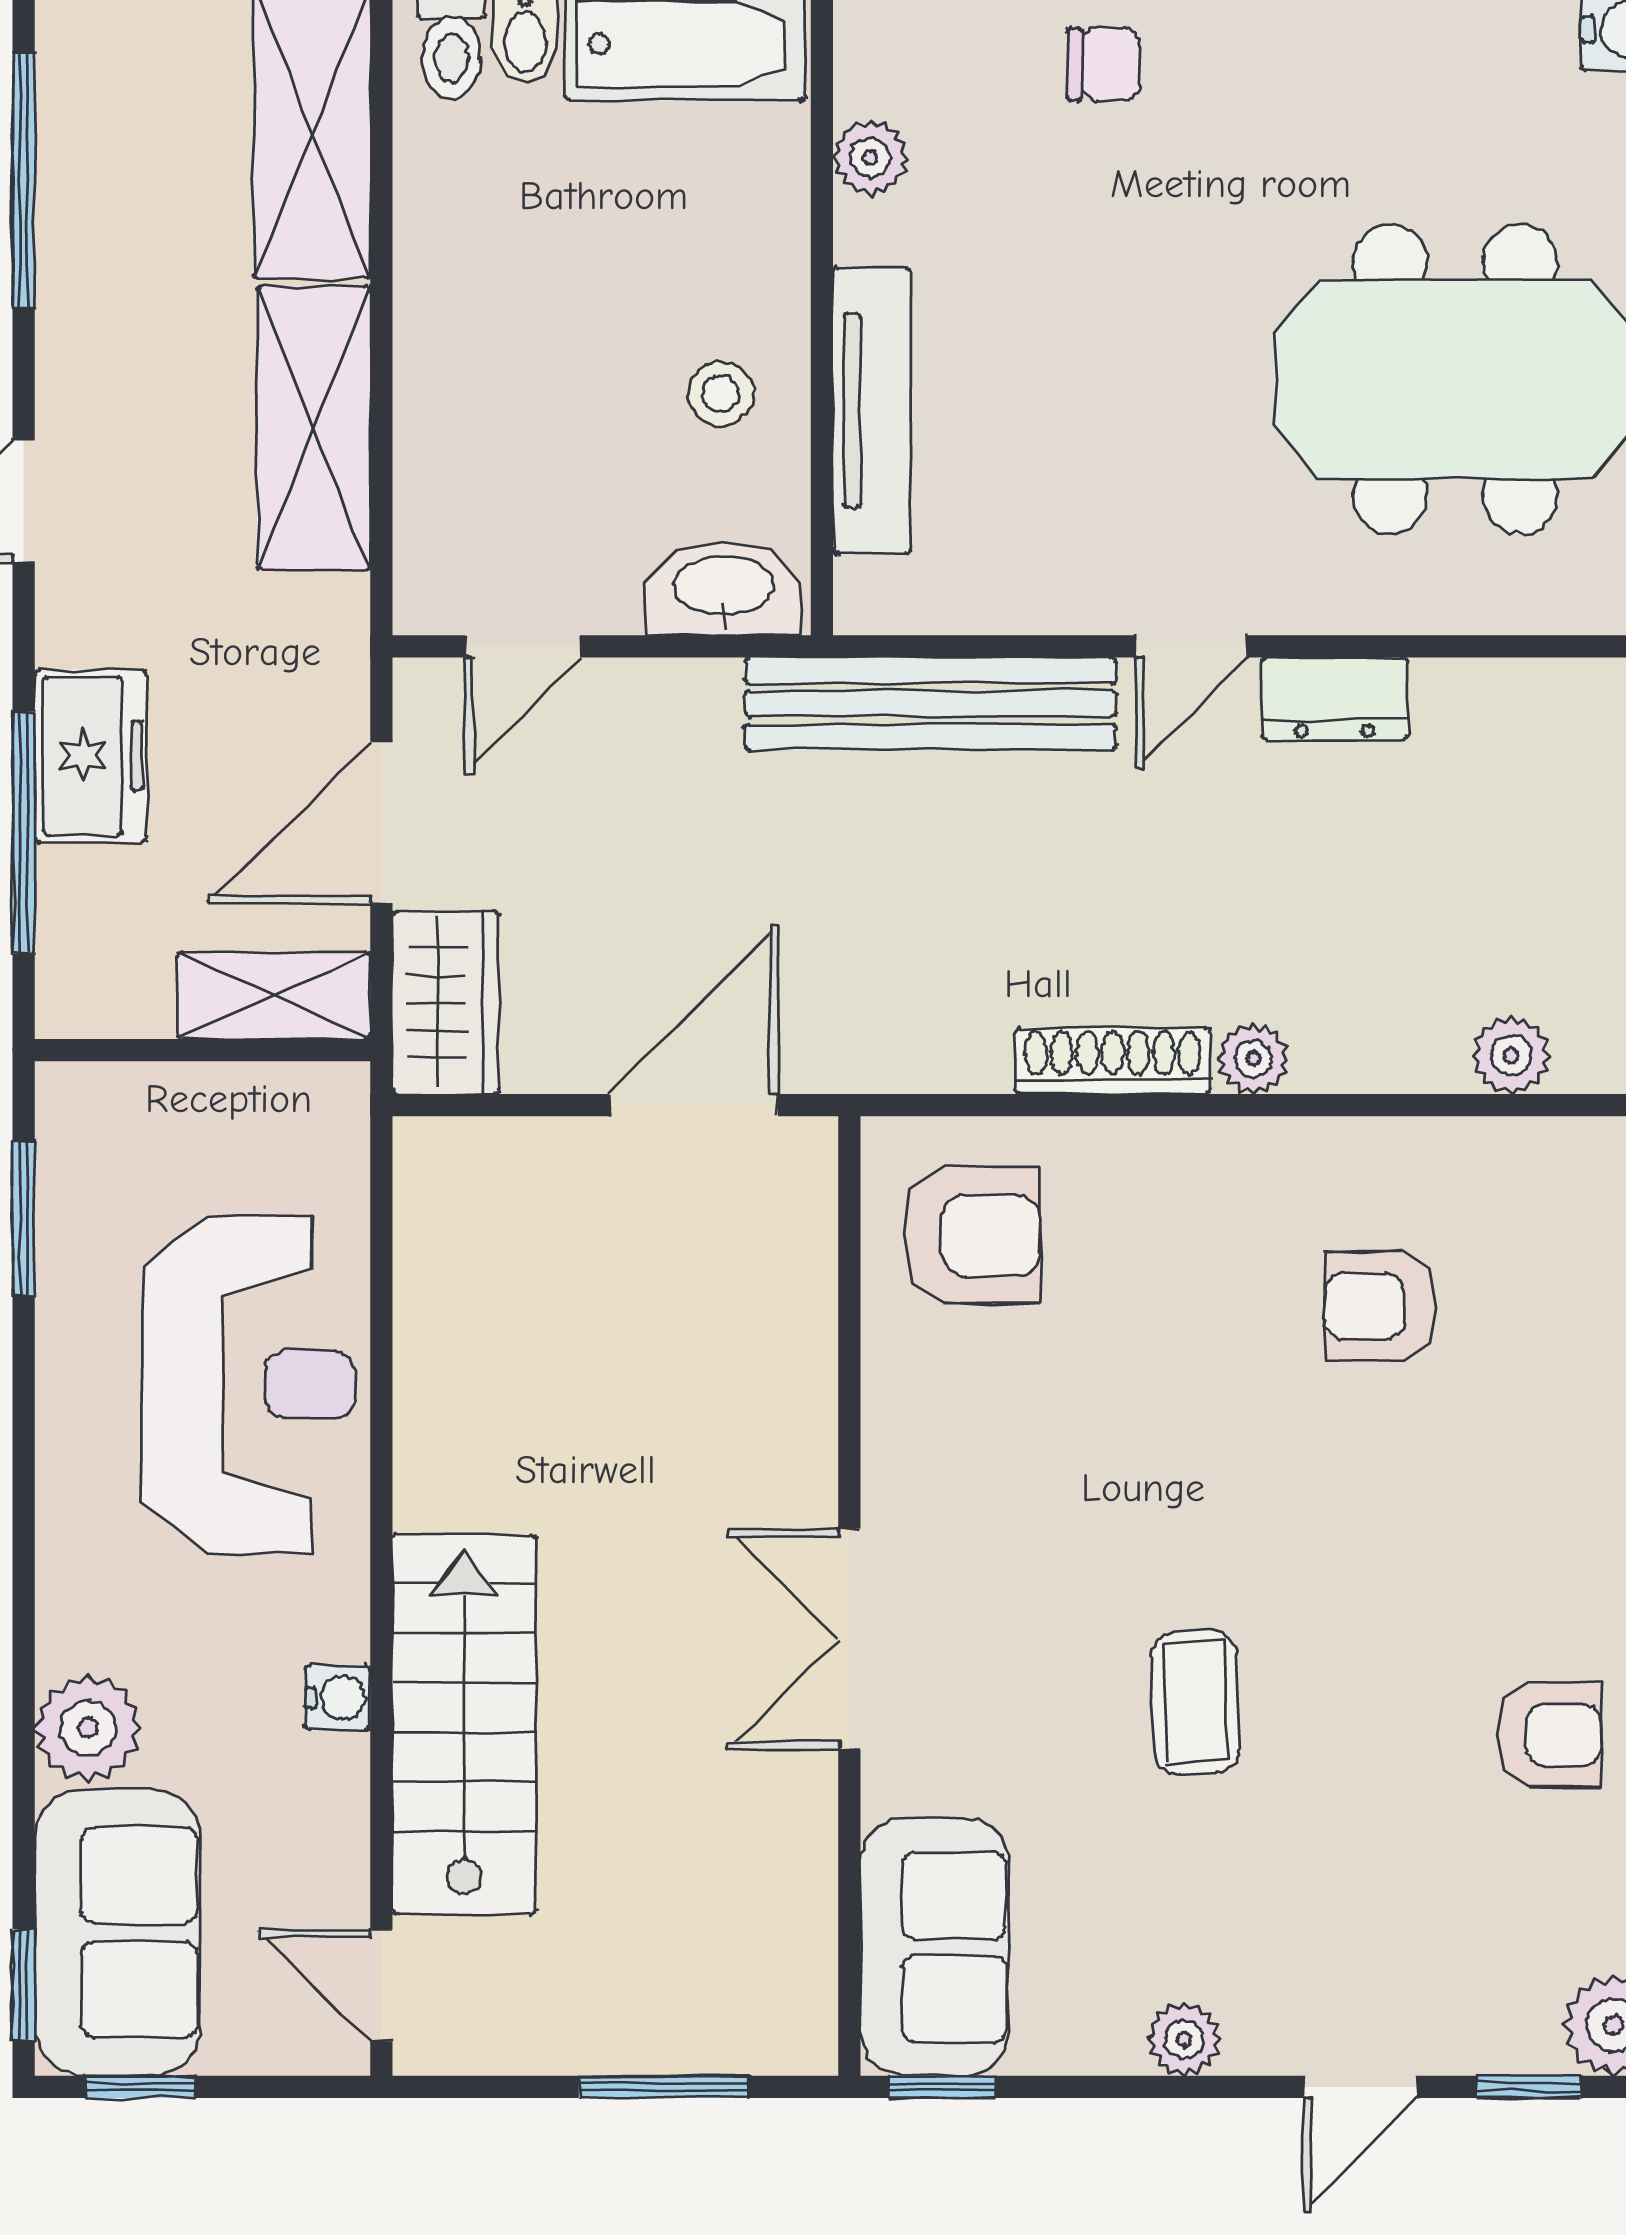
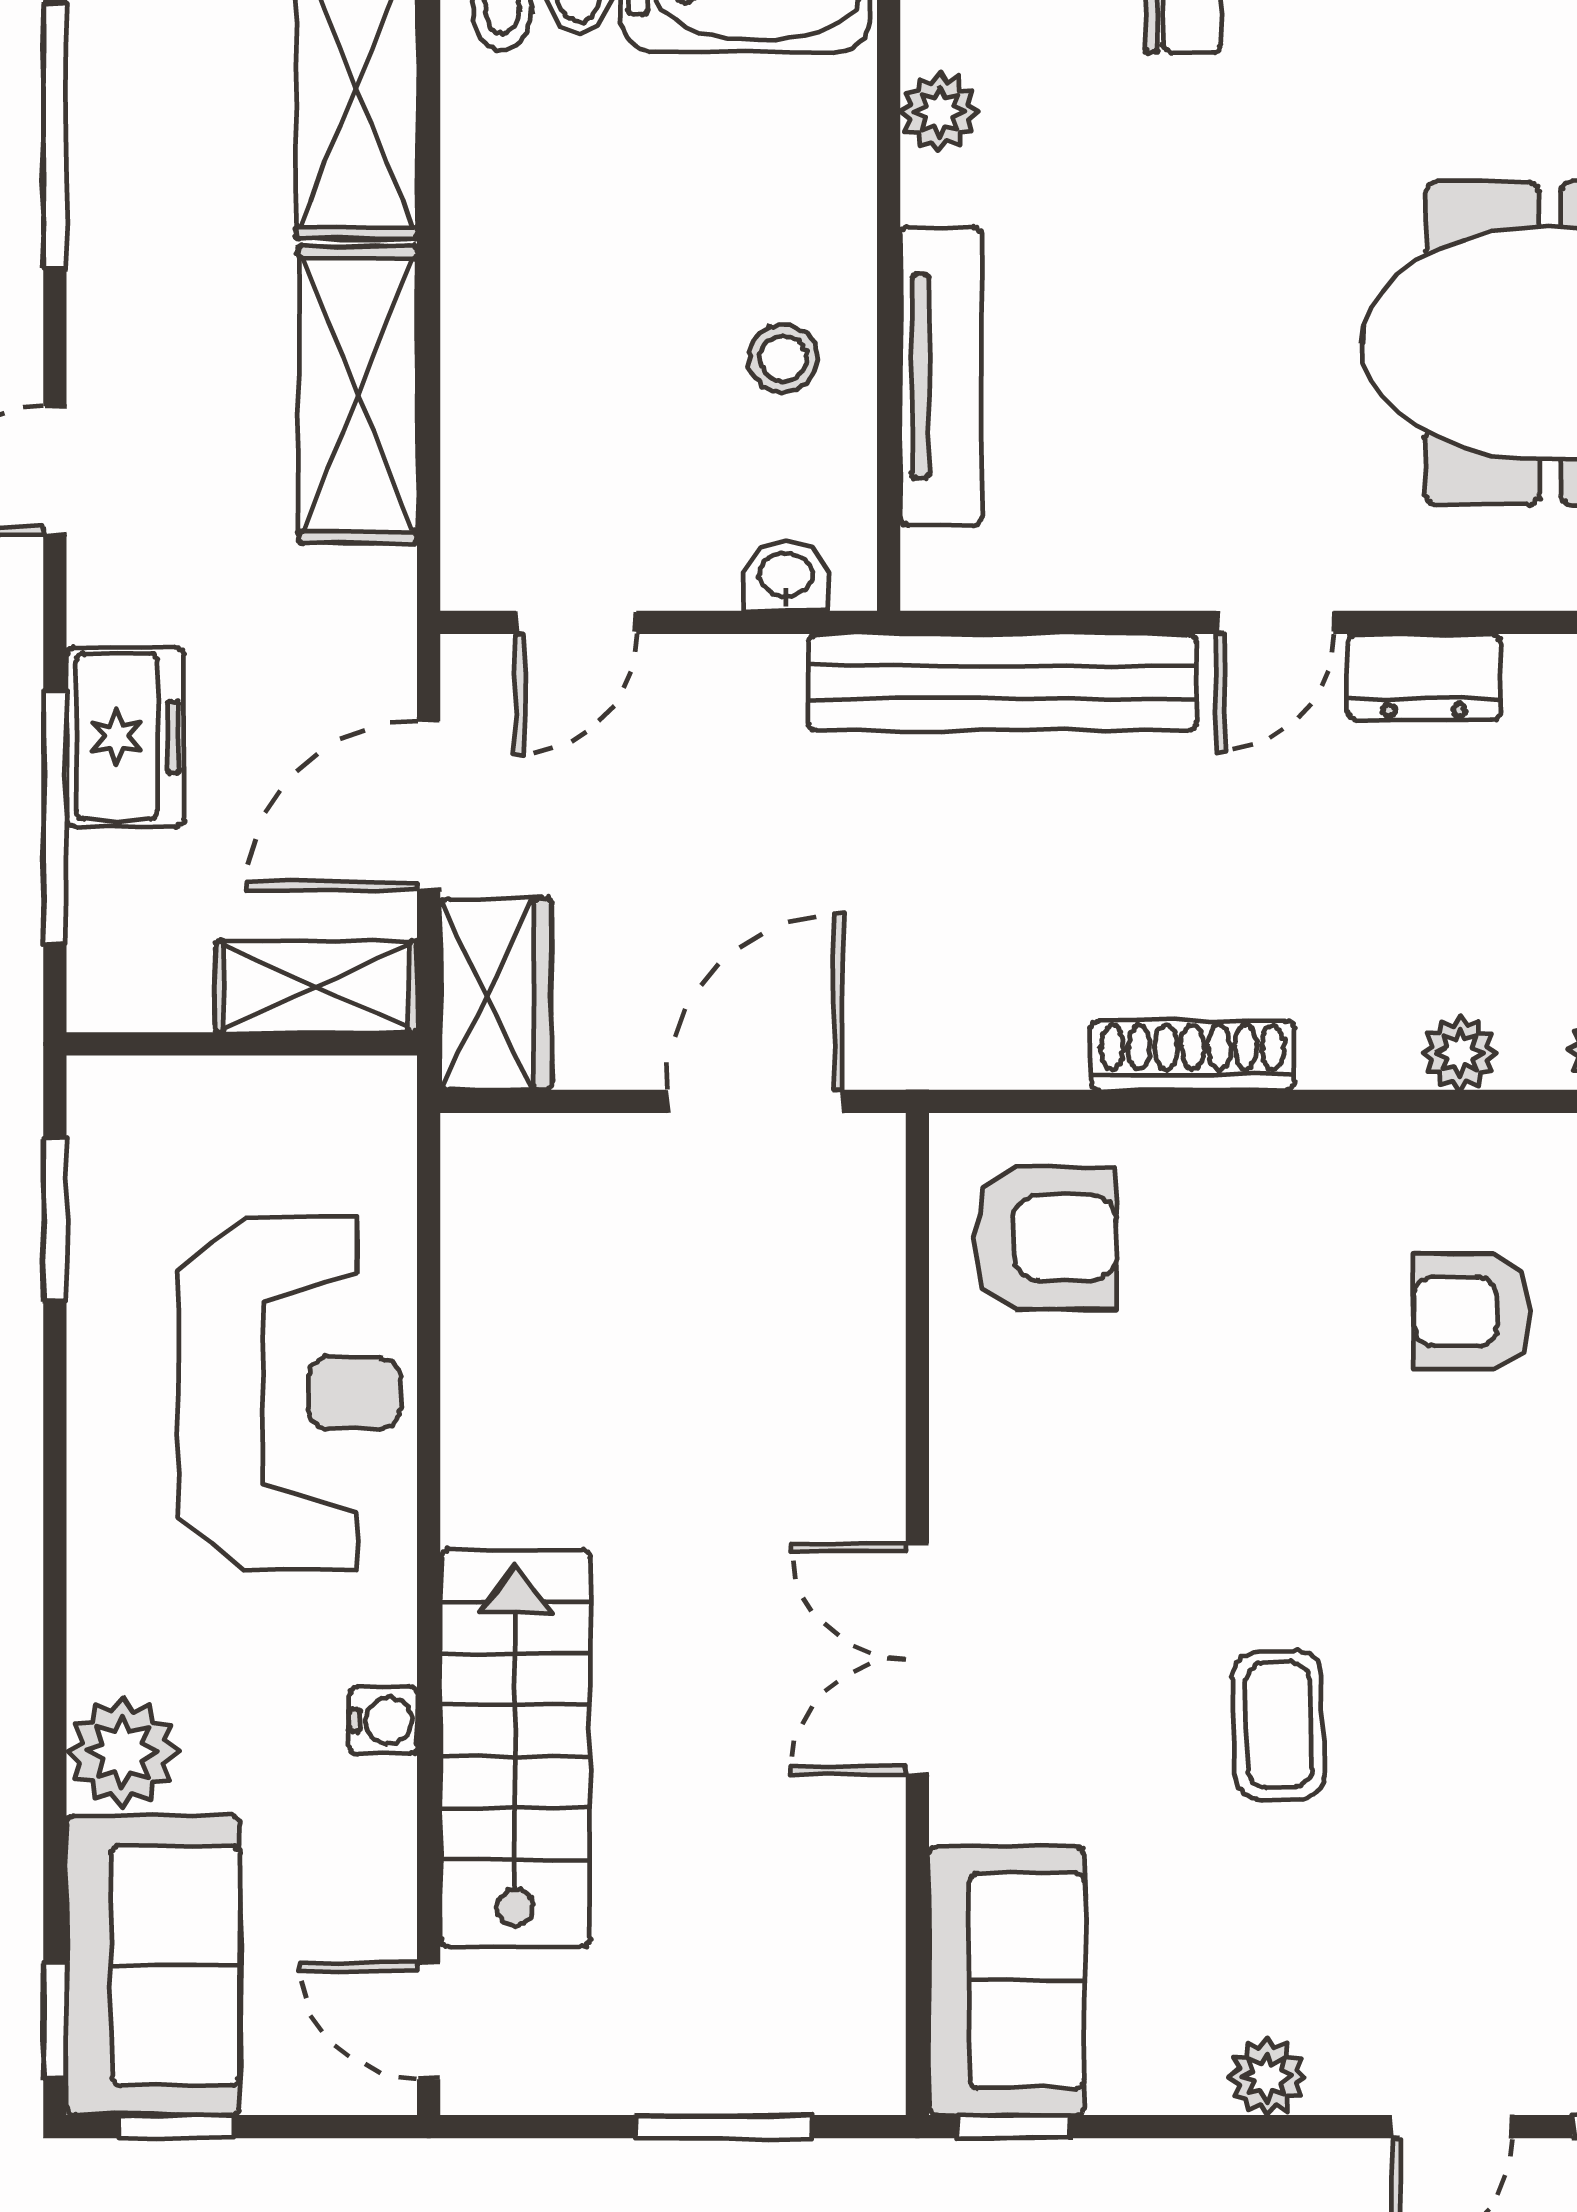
washbasin: (724, 588) -> (786, 577), width x0.52, depth x0.69
plant: (1253, 1059) -> (1460, 1053), moved

